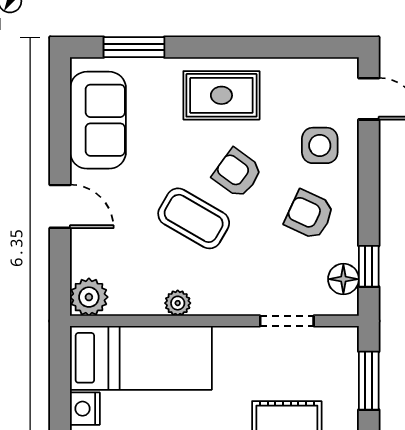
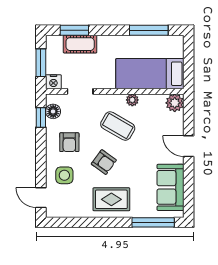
window: (134, 47) -> (153, 222), width x1.44
armchair: (309, 215) -> (69, 142), turned 65
coffee table: (194, 218) -> (118, 126), moved
nightstand: (85, 409) -> (53, 82), moved, turned 90

